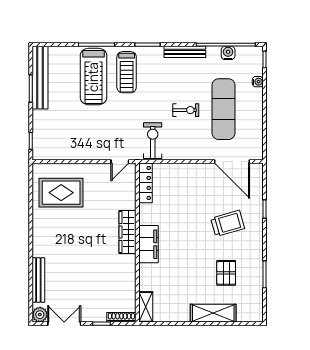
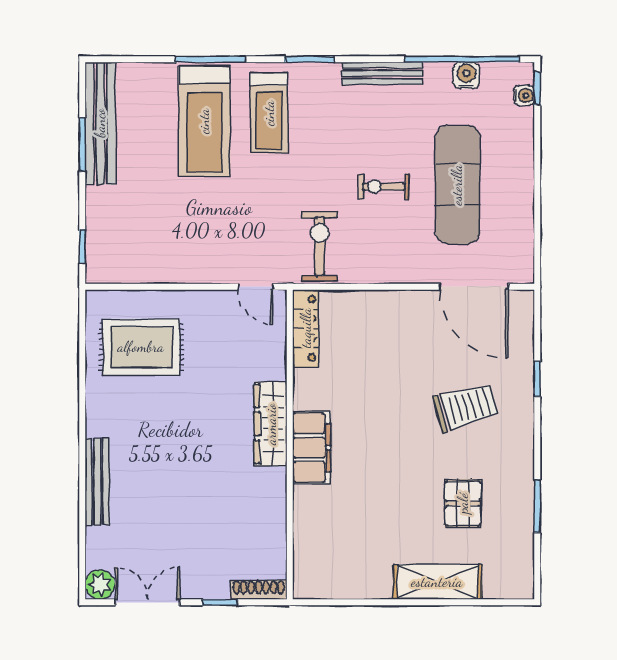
water cooler: (258, 82) -> (524, 95), moved
exercise bike: (186, 110) -> (384, 187), turned 180
door: (120, 162) -> (256, 287), hinge flipped
bench: (38, 280) -> (97, 482), moved
shelving: (146, 307) -> (306, 570), removed

